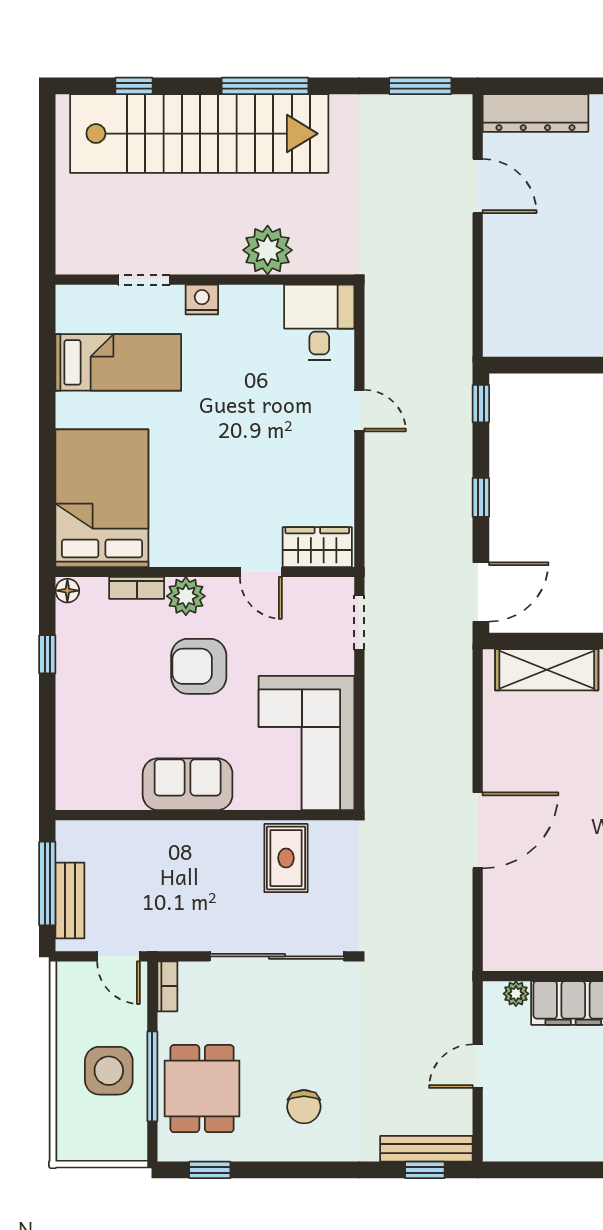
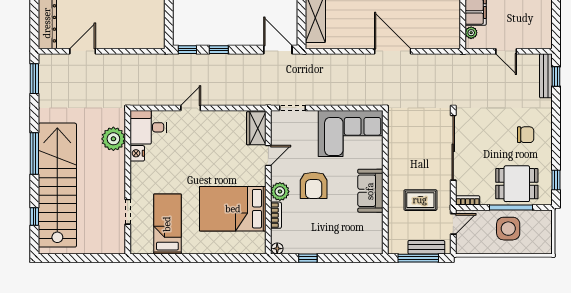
plant: (268, 250) -> (113, 139), moved
nightstand: (202, 300) -> (137, 153), moved
window: (481, 497) -> (219, 50), moved
bed: (102, 498) -> (233, 209), moved
rug: (286, 858) -> (420, 200), moved

